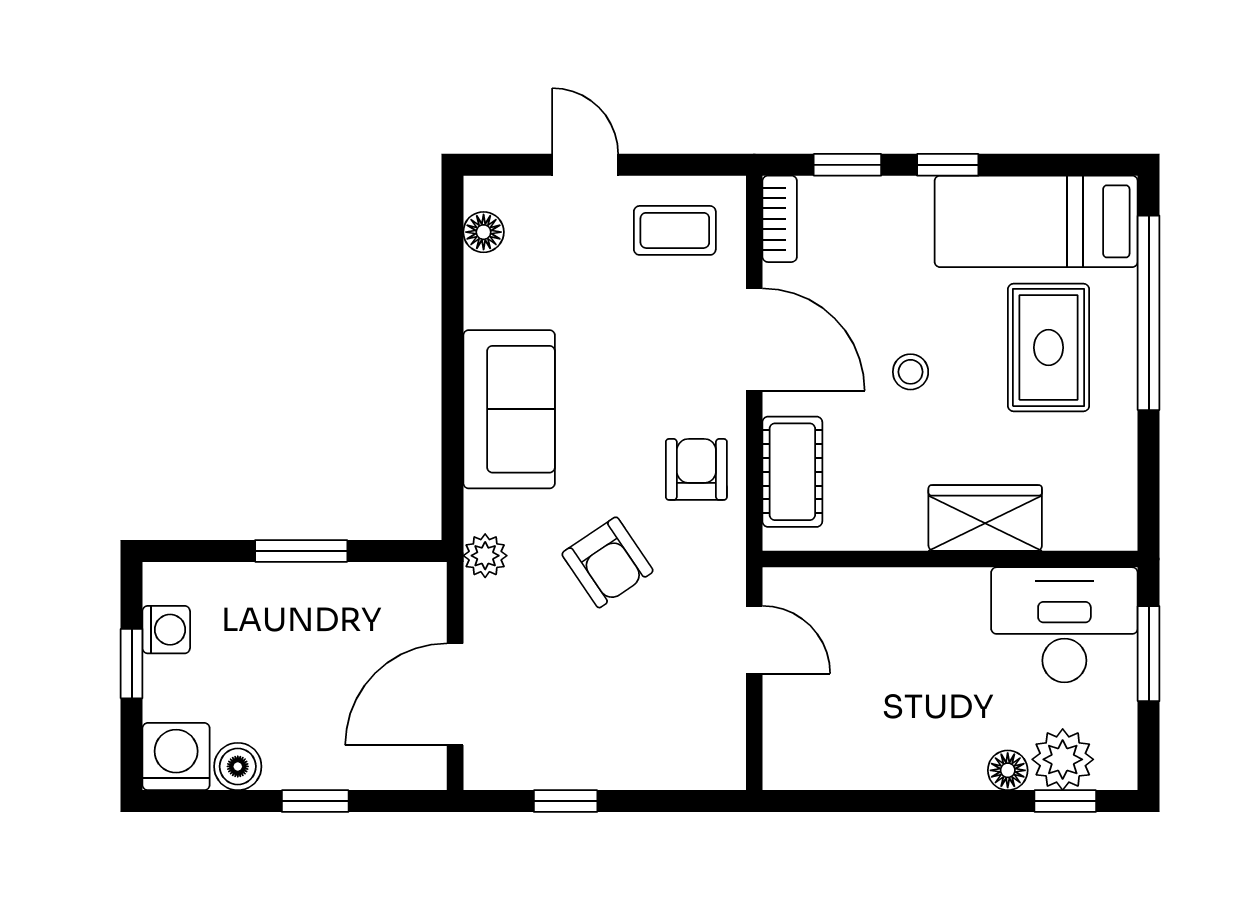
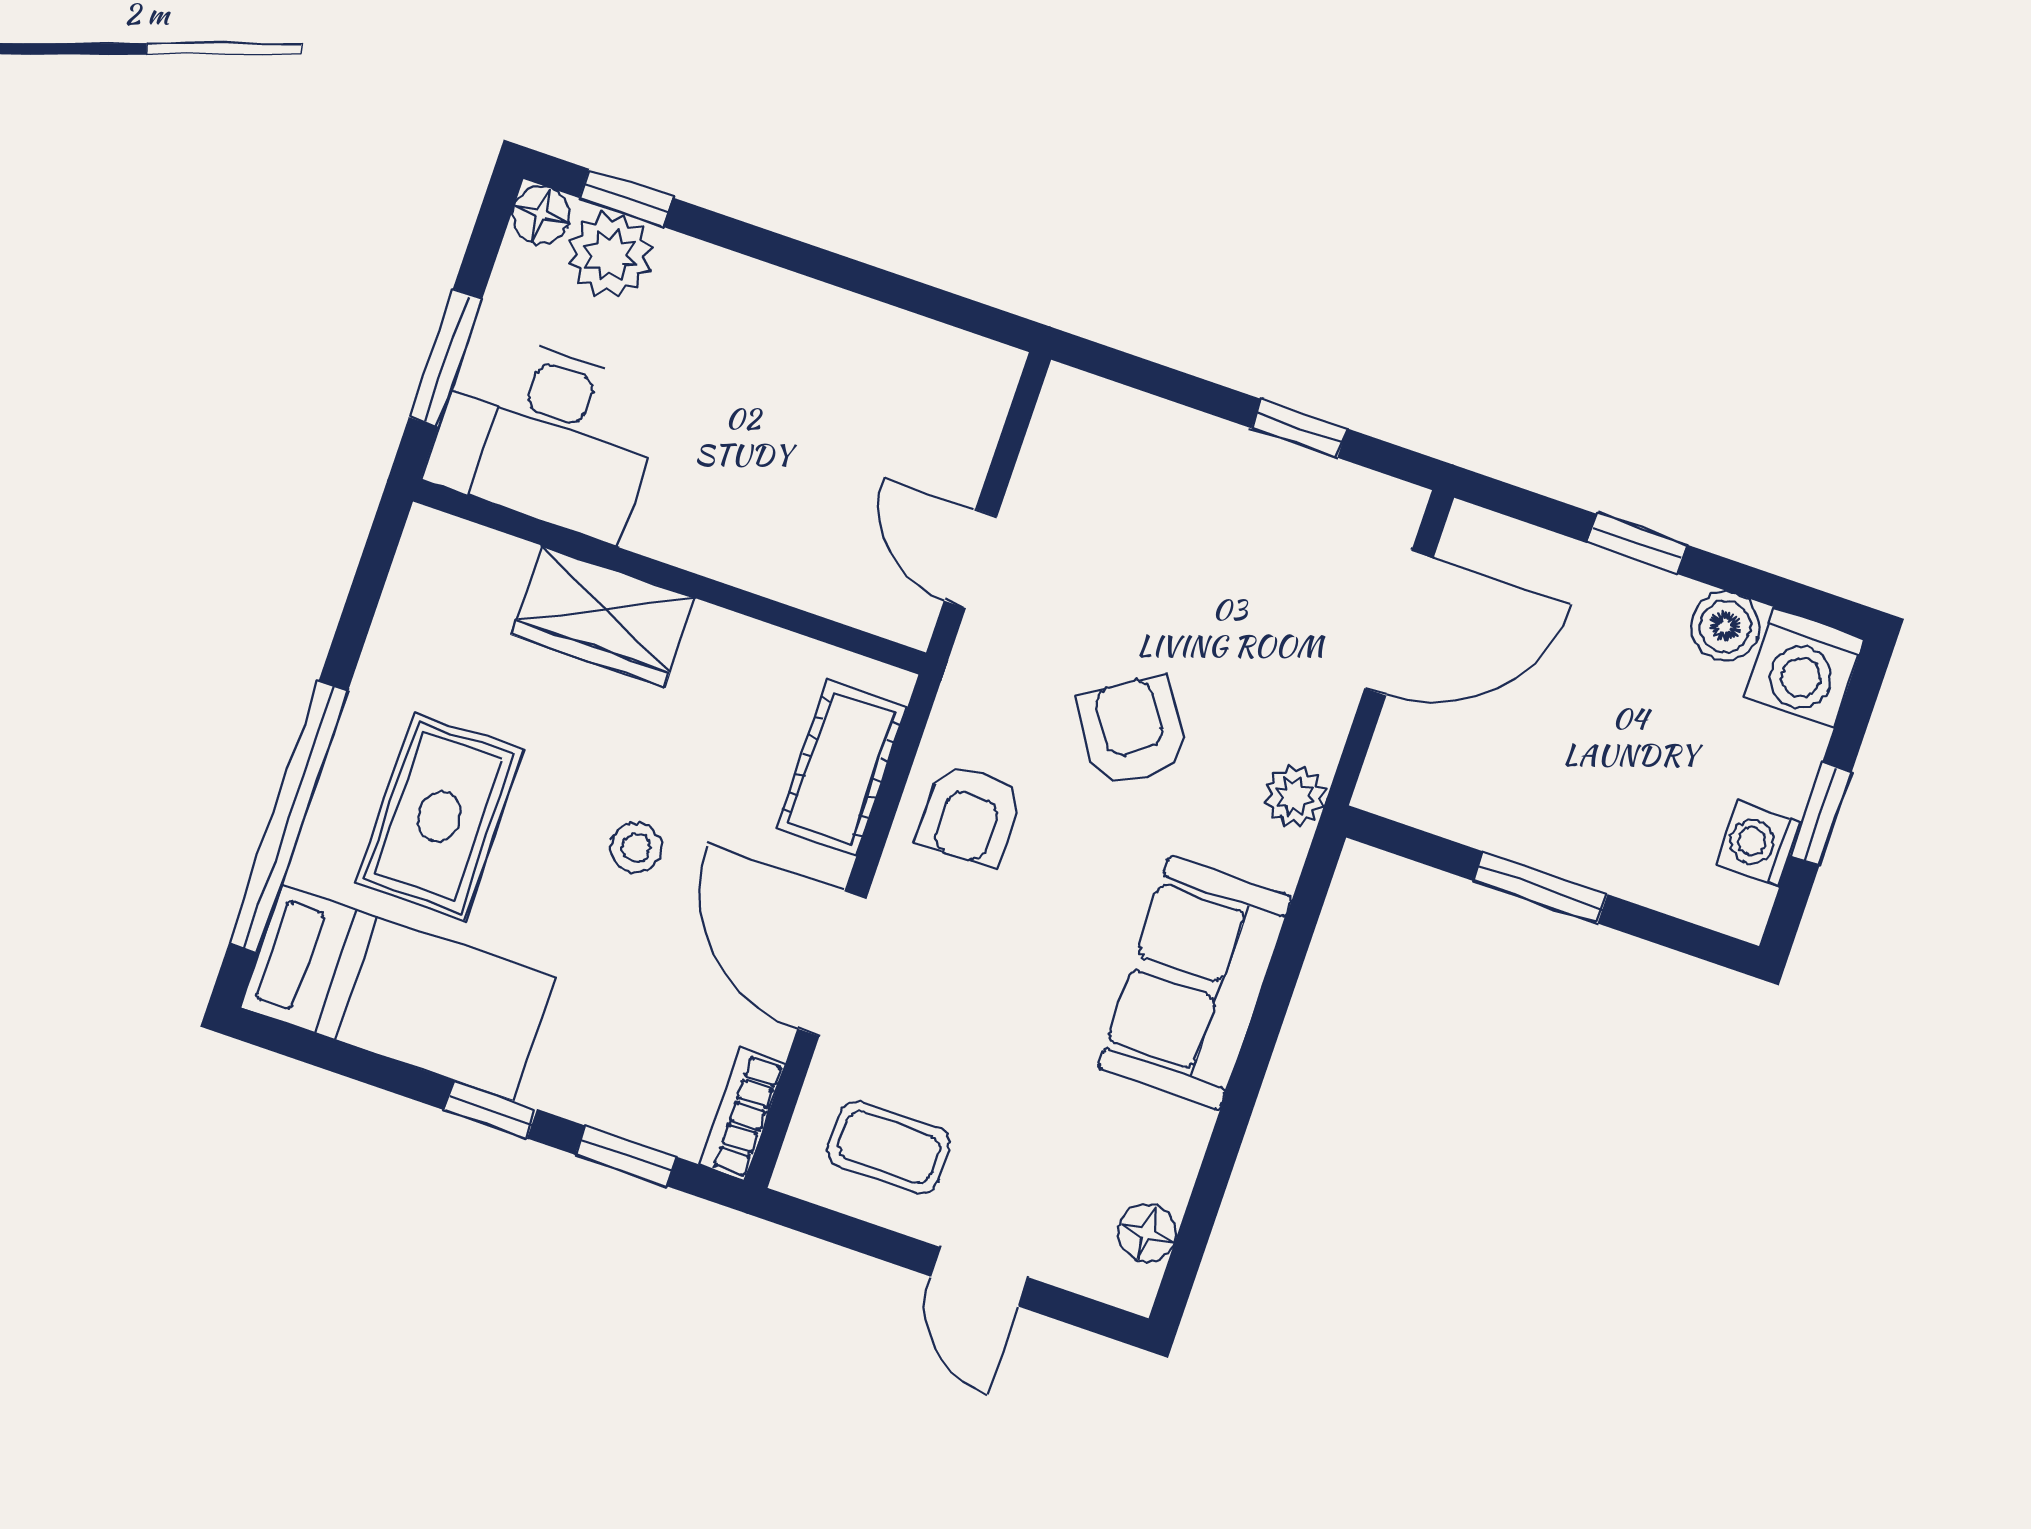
floor lamp: (1008, 770) -> (541, 215), moved

